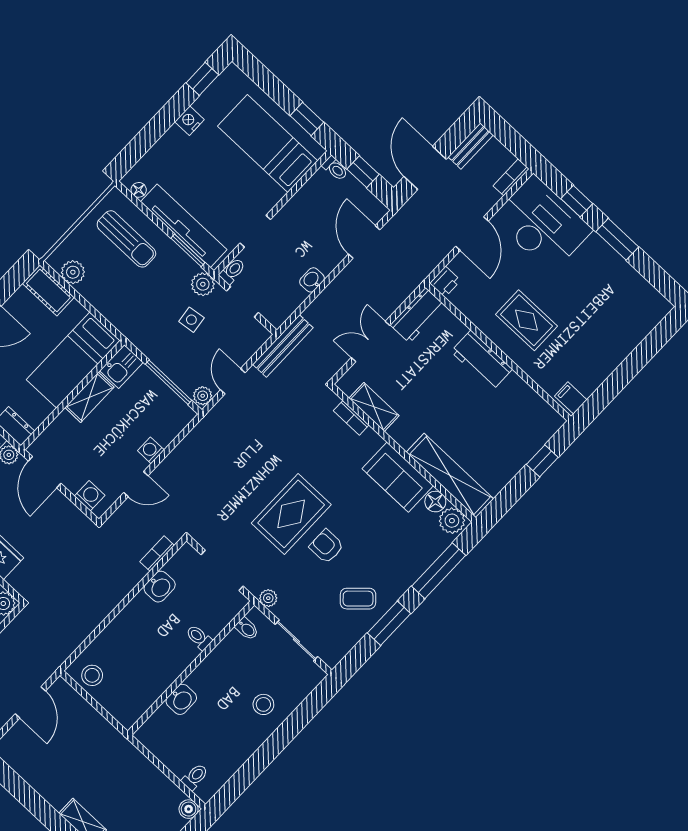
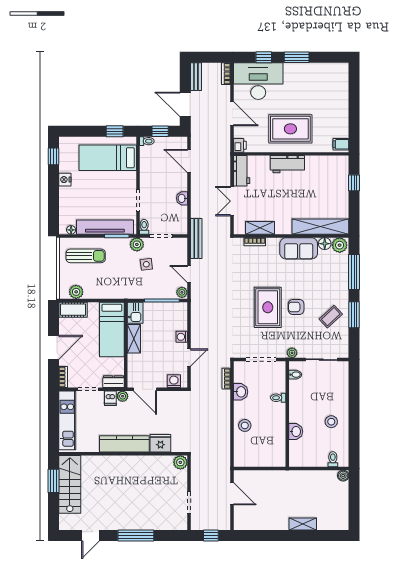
rug: (527, 320) -> (290, 129), width x1.36, depth x1.43
stool: (92, 675) -> (245, 425), moved
stool: (263, 704) -> (331, 422), moved

